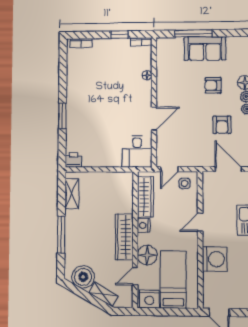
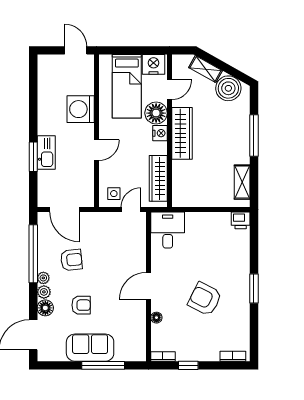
armchair: (105, 92) -> (205, 299), added
window: (62, 116) -> (254, 288), moved
door: (154, 119) -> (148, 286), moved
armchair: (222, 125) -> (71, 260), turned 84
nightstand: (144, 225) -> (160, 133), moved

